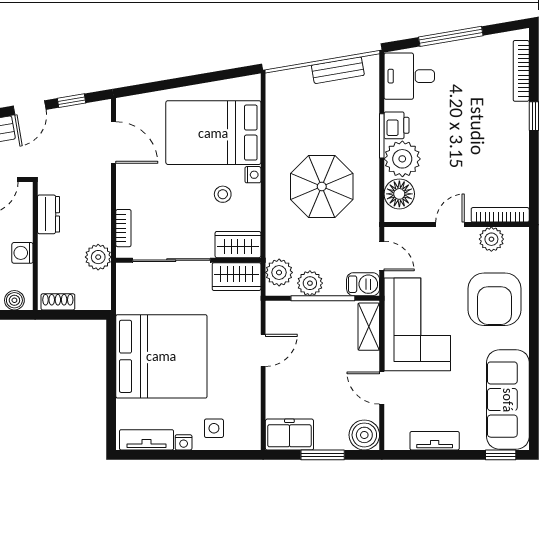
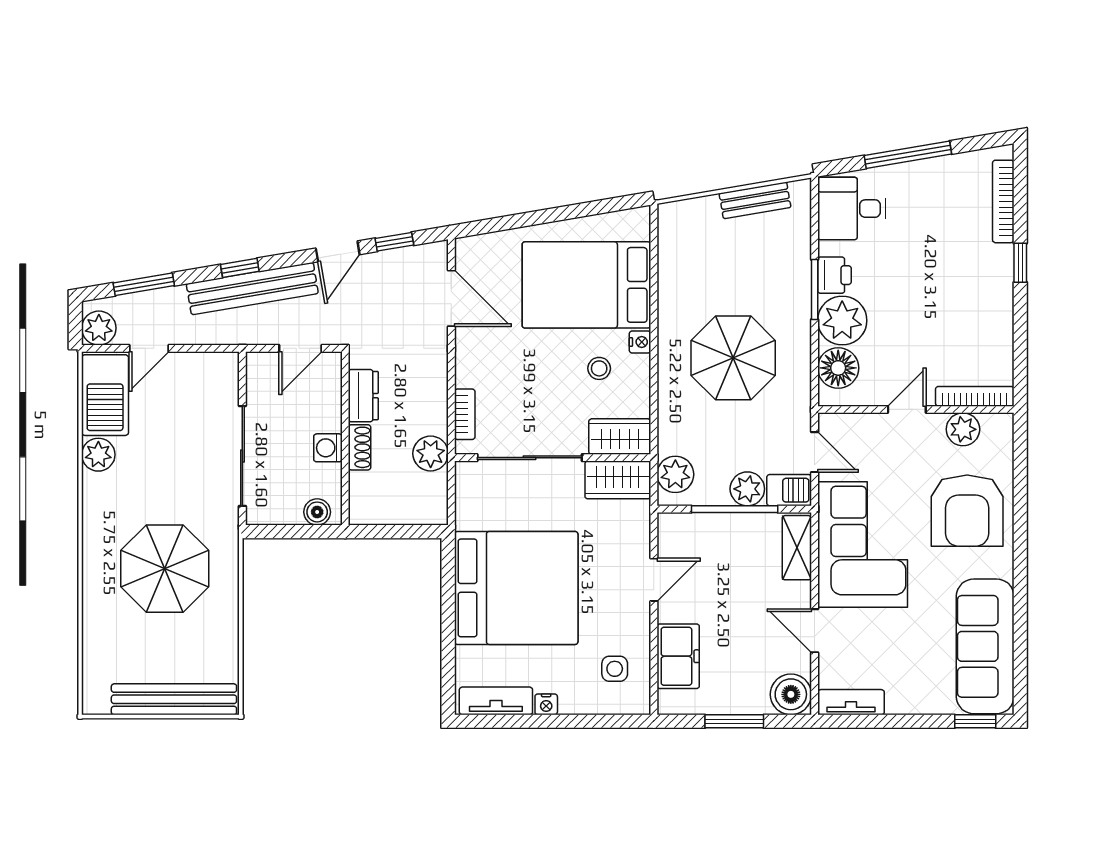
plant: (310, 283) -> (747, 489), moved
shoe rack: (58, 302) -> (360, 447), moved, turned 90
side table: (214, 428) -> (615, 669), moved
freezer: (289, 435) -> (678, 656), moved, turned 90
tv unit: (435, 441) -> (851, 702), moved

